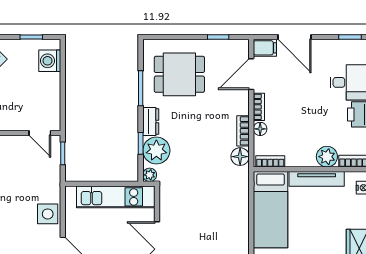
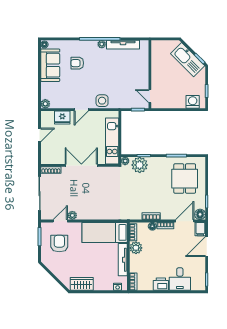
door: (251, 74) -> (185, 221), hinge flipped
dresser: (151, 121) -> (157, 162), removed
door: (40, 133) -> (150, 96), hinge flipped
floor lamp: (240, 157) -> (200, 214), moved
plant: (327, 157) -> (136, 248), moved

